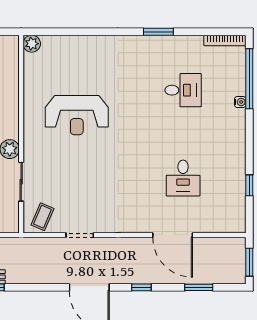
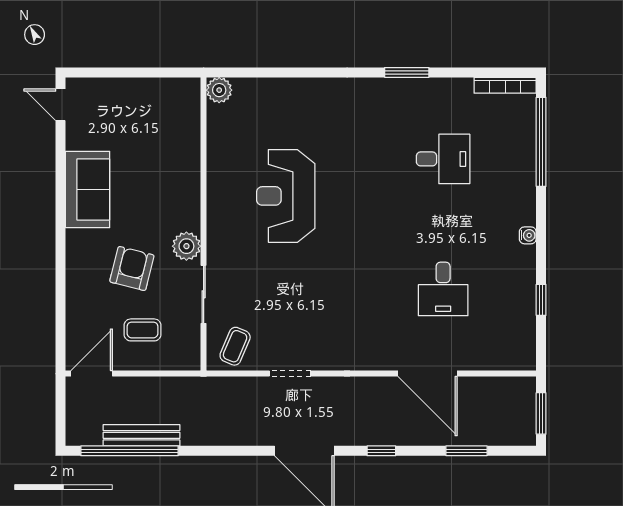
water cooler: (240, 102) -> (528, 235), moved
reception desk: (77, 115) -> (286, 196), turned 90

